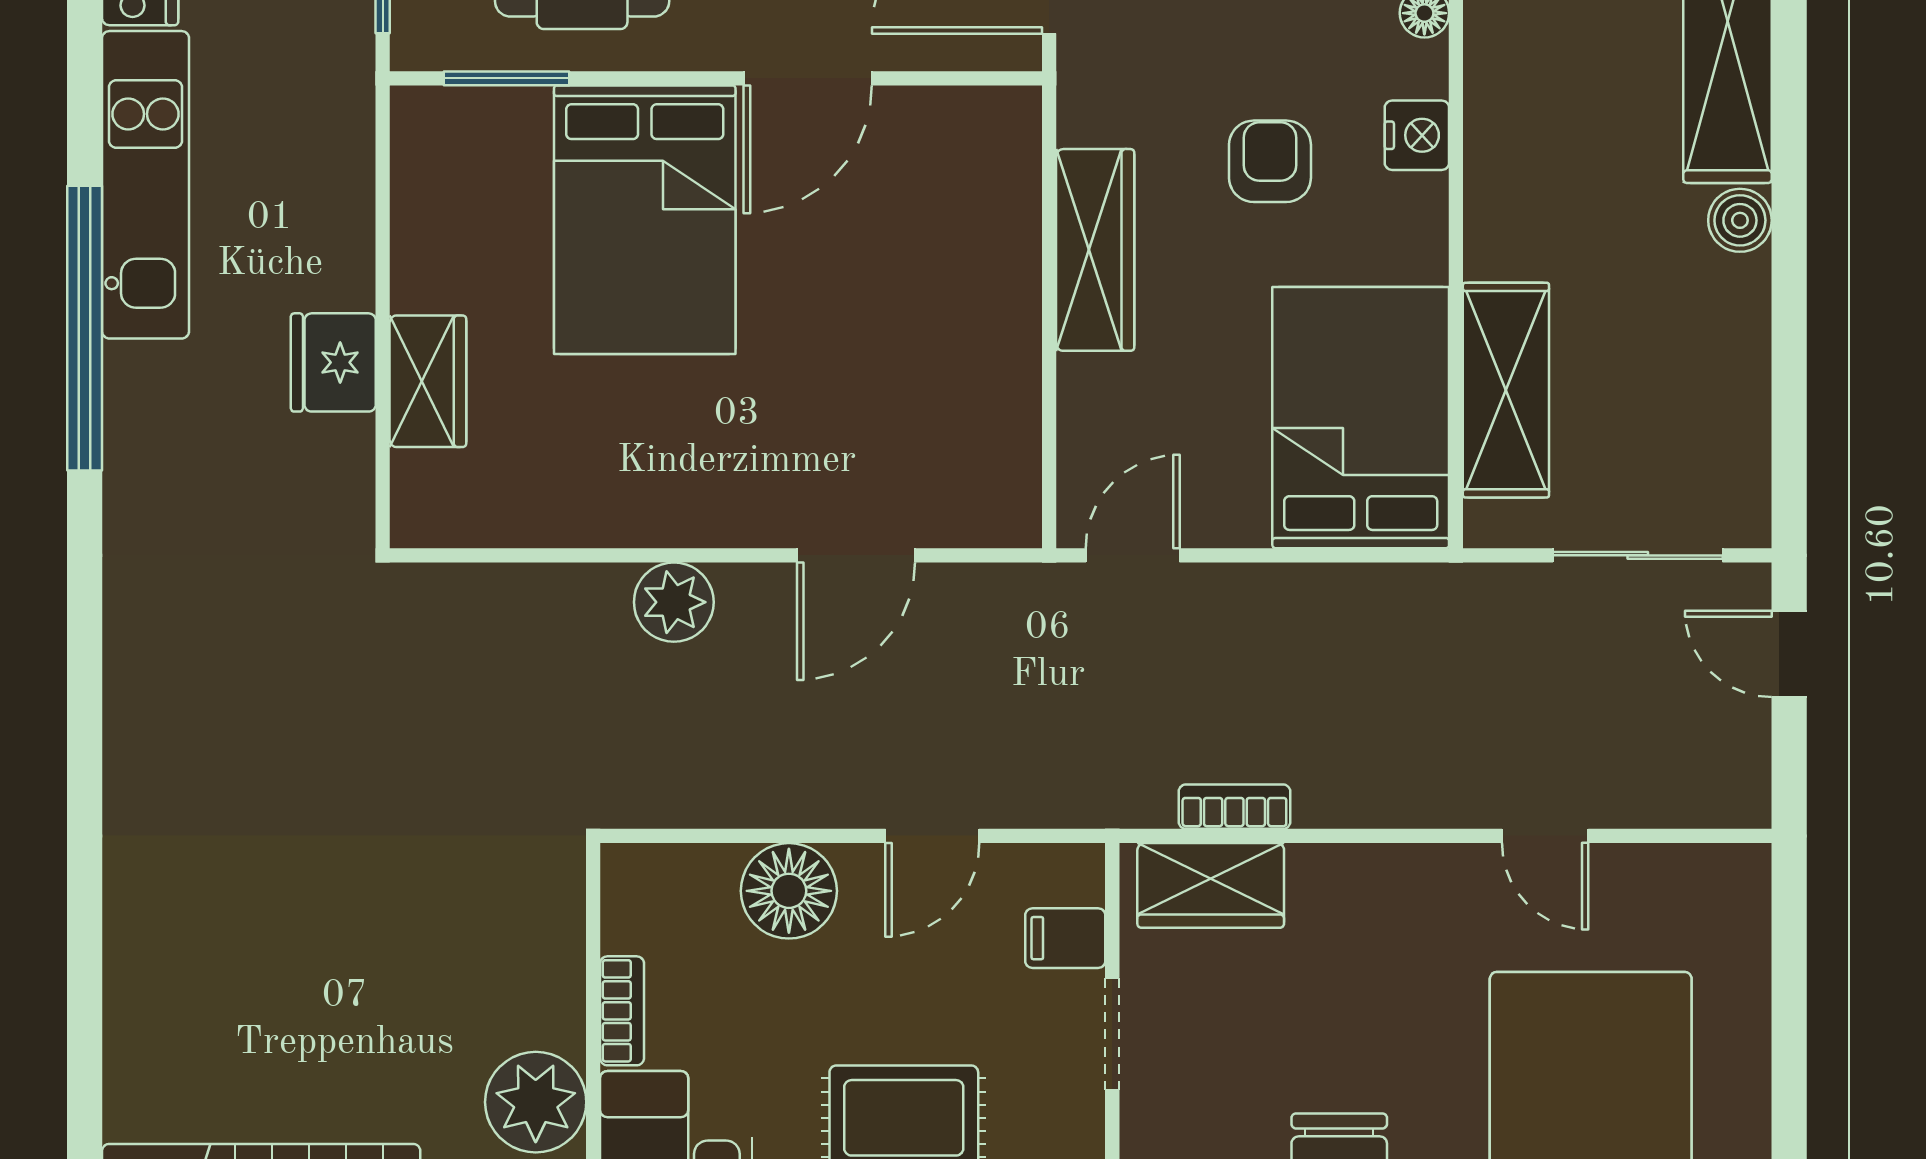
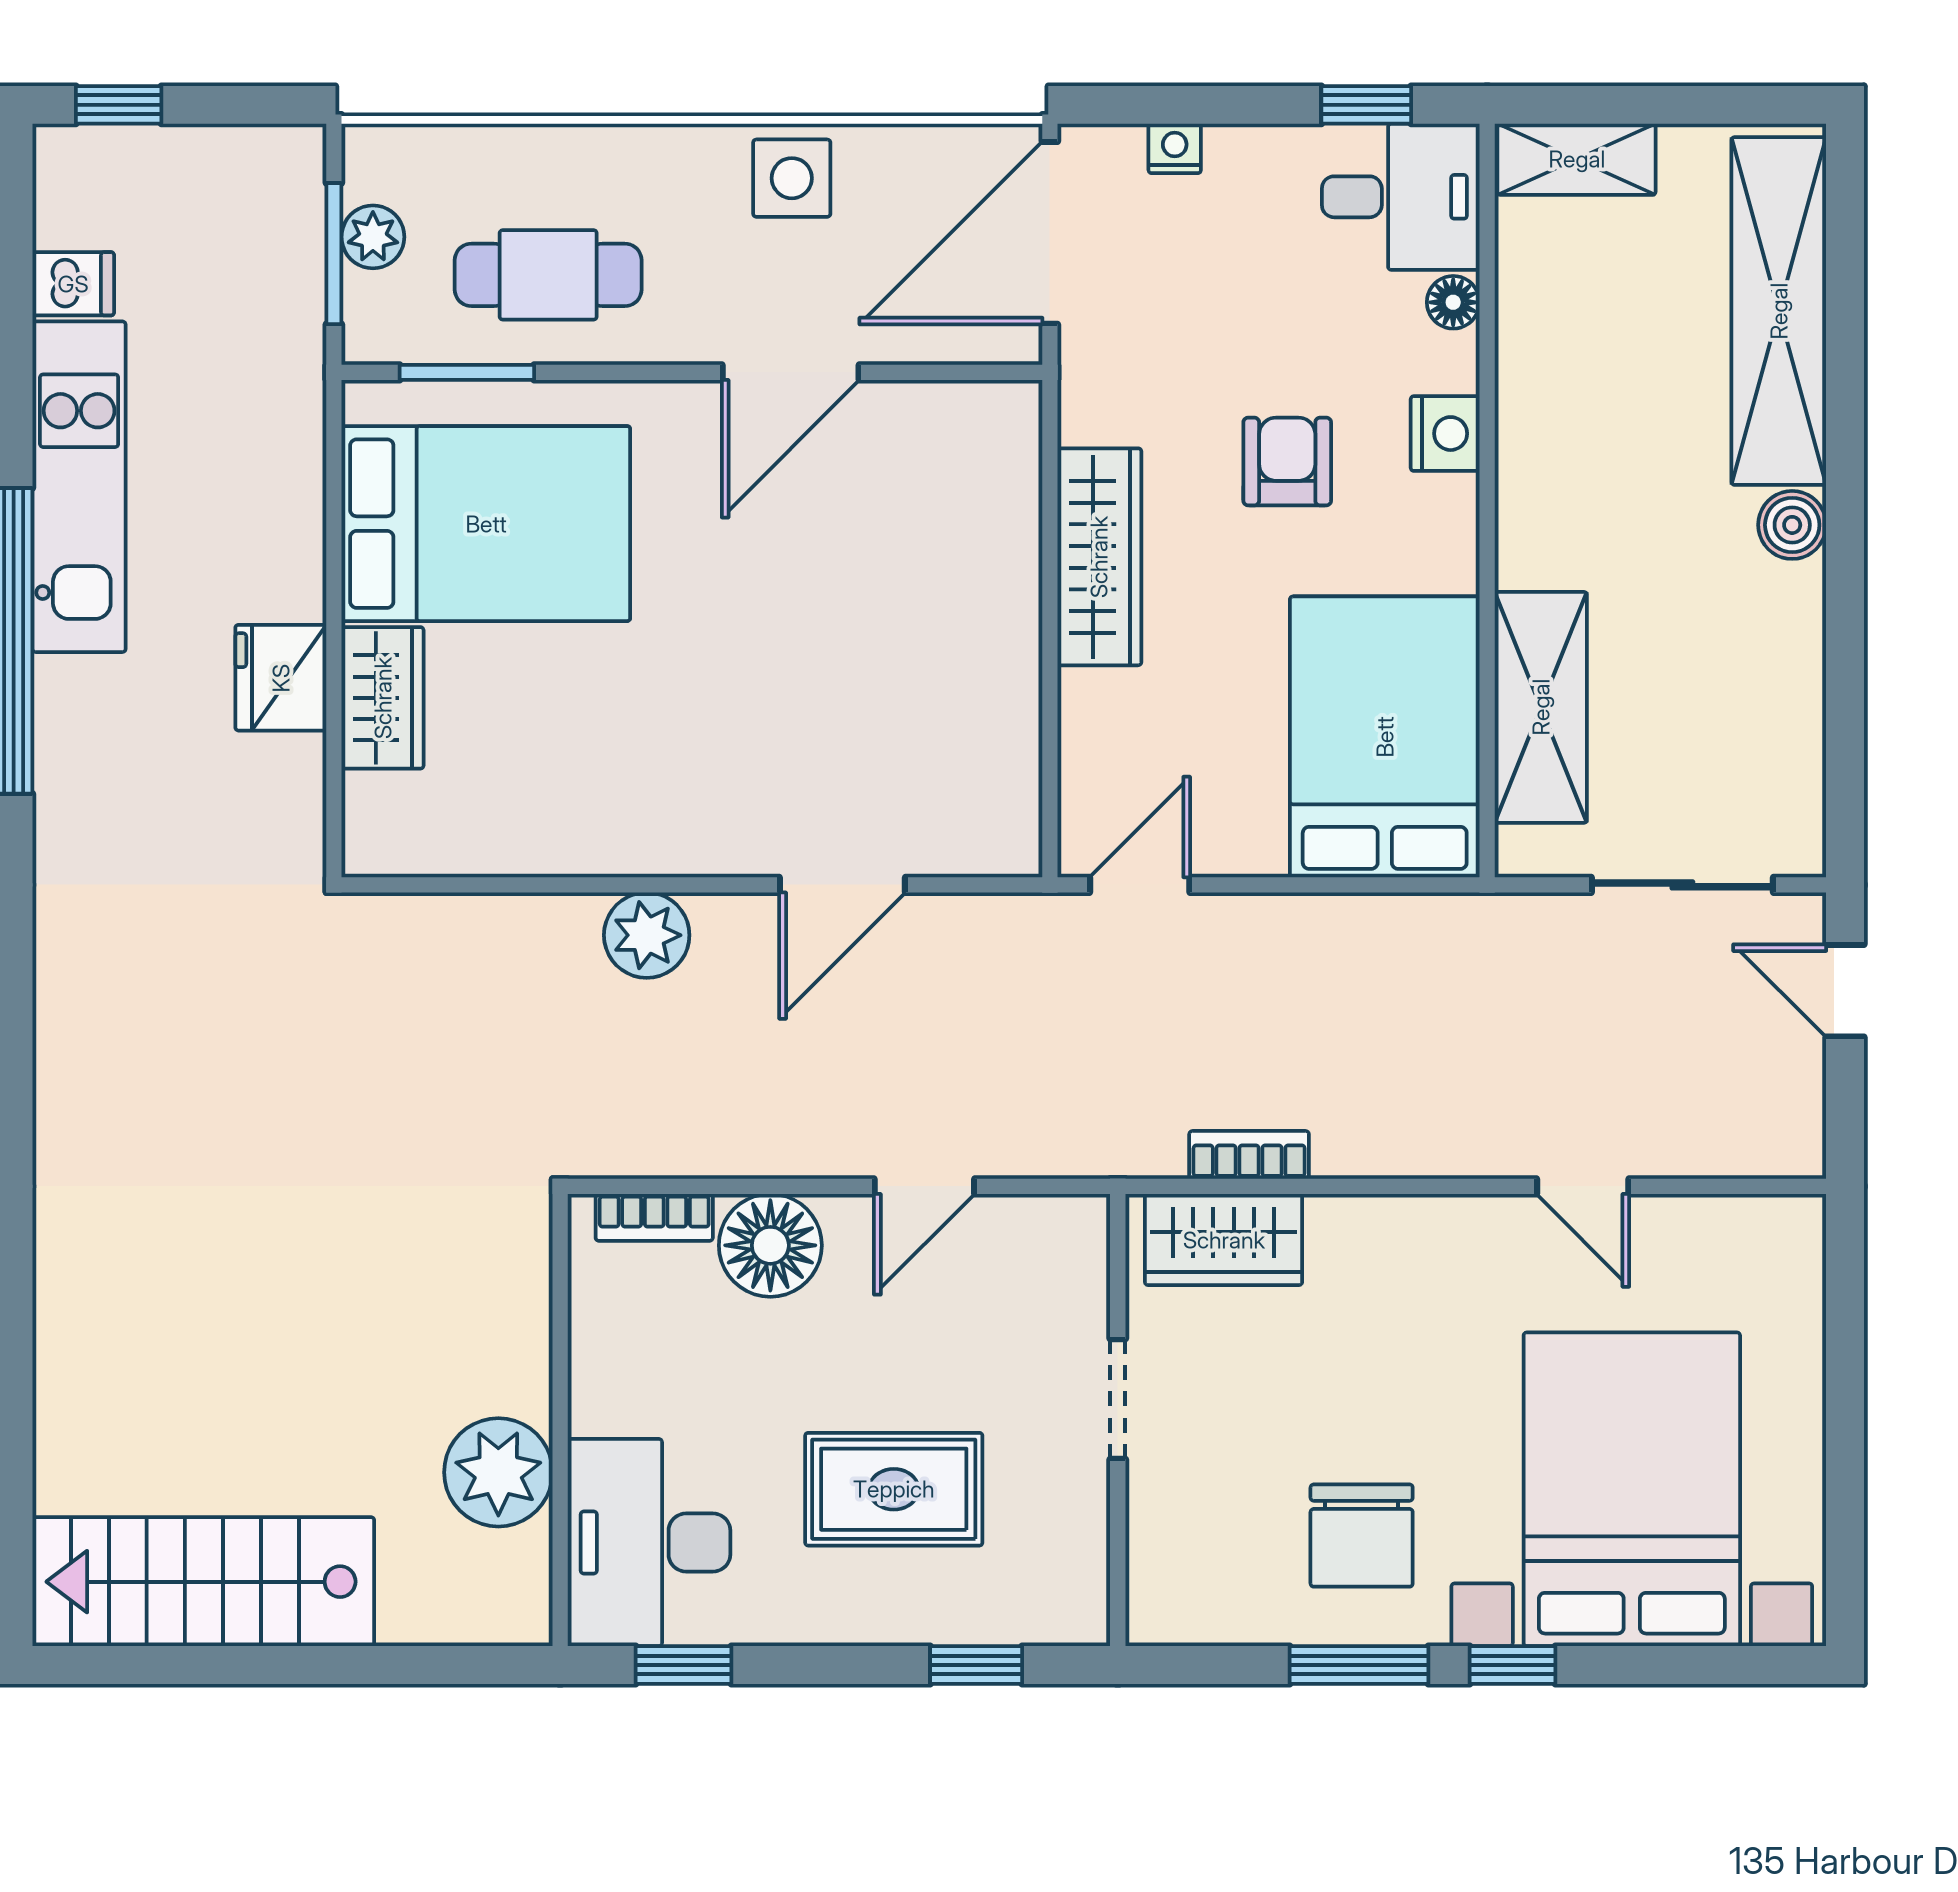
bed: (645, 220) -> (486, 524), moved, turned -90
filing cabinet: (1065, 938) -> (1067, 1296), removed
bookcase: (622, 1011) -> (654, 1217), moved, turned 90

